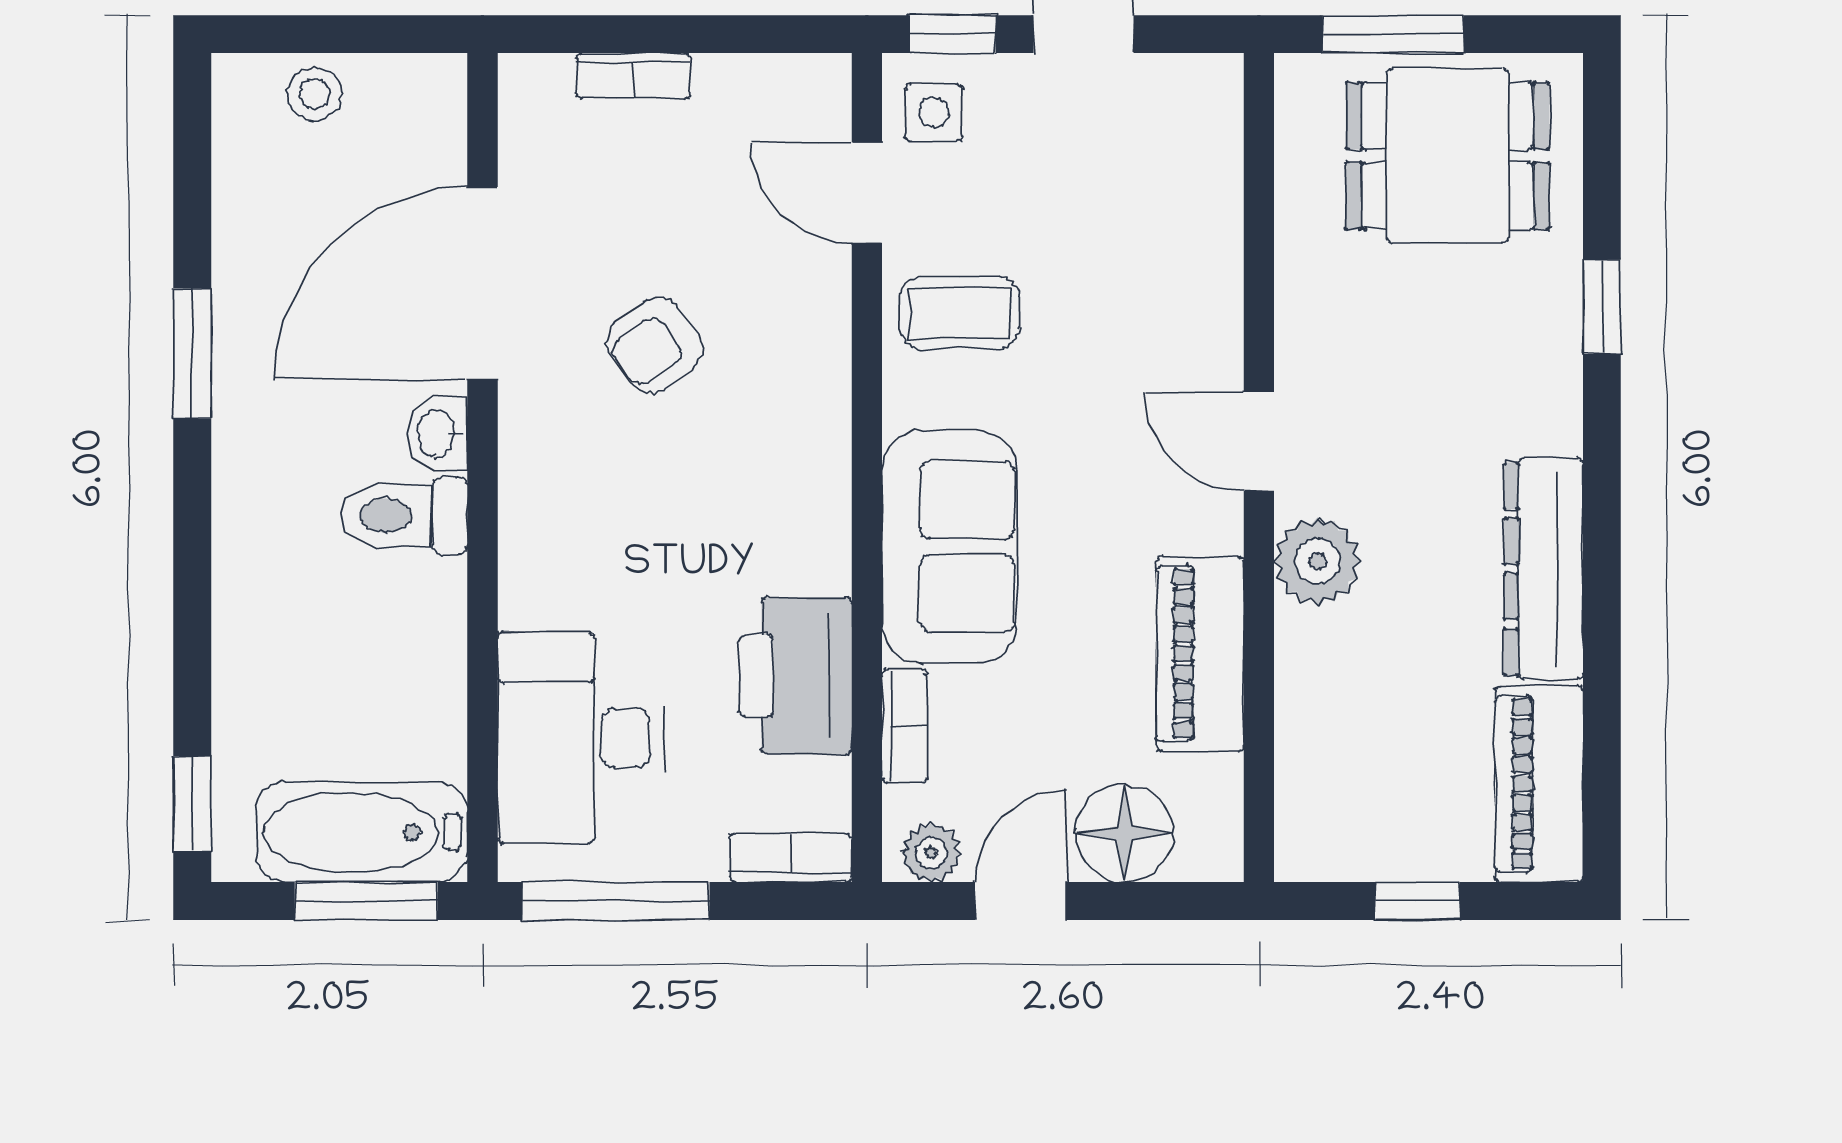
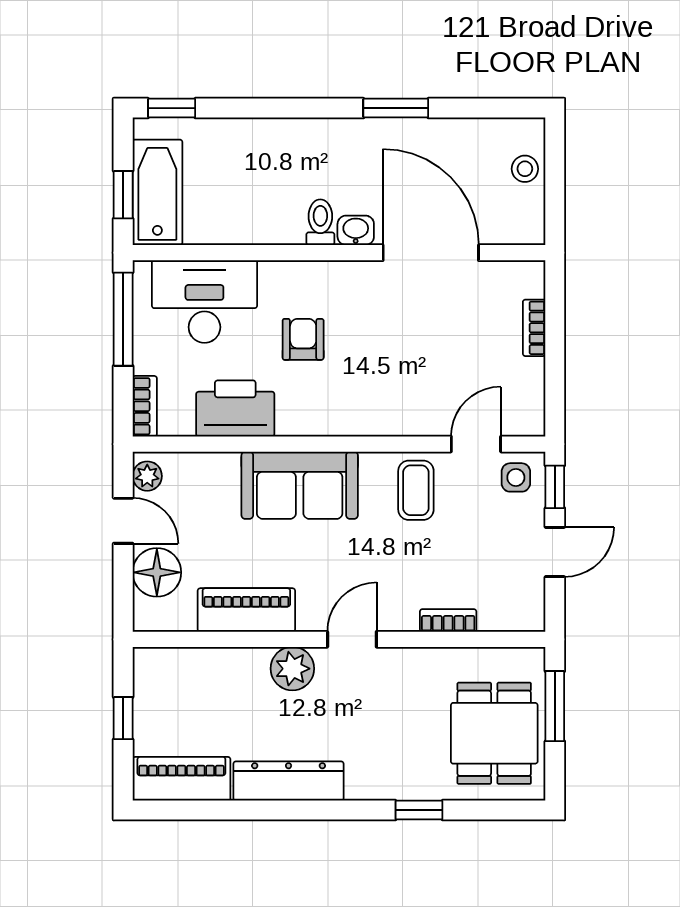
armchair: (655, 345) -> (303, 339), moved, turned 36
toilet: (404, 515) -> (320, 222), width x0.73, depth x0.72
bookcase: (905, 726) -> (448, 620), moved, turned 180
window: (366, 901) -> (123, 195), width x0.67

